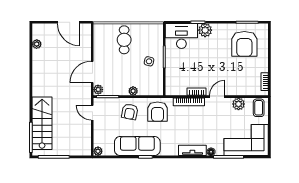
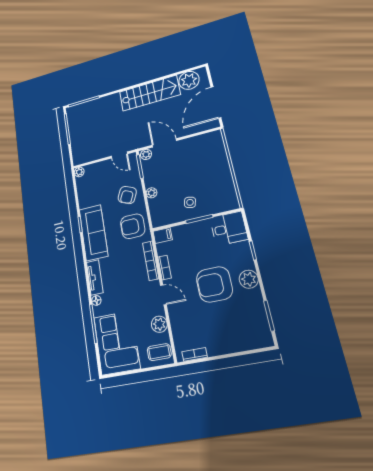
door: (68, 22) -> (216, 102), width x1.36
plant: (205, 30) -> (249, 279), moved
desk: (181, 36) -> (229, 228), width x0.73
cafe table: (124, 40) -> (210, 168), removed
plant: (37, 44) -> (189, 80), width x1.88, depth x1.88
armchair: (244, 44) -> (214, 284), moved
filing cabinet: (171, 88) -> (163, 235), added
armchair: (130, 112) -> (127, 195), turned -77
door: (92, 113) -> (119, 155), swing flipped
stairs: (42, 123) -> (150, 93), moved
sofa: (137, 146) -> (93, 233), moved

